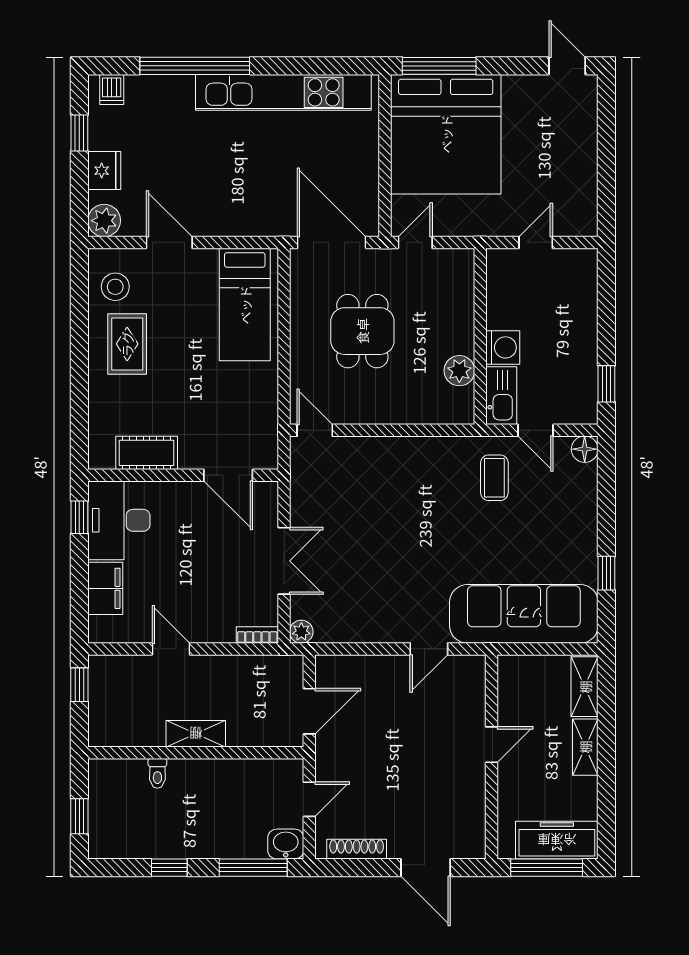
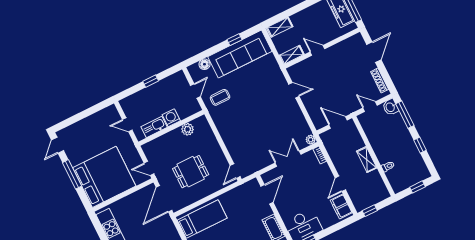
window: (439, 66) -> (72, 174), moved
window: (606, 384) -> (151, 81), moved
kitchen sink: (501, 396) -> (154, 127), moved
floor lamp: (585, 449) -> (204, 64), moved
filing cabinet: (105, 588) -> (341, 206), moved, turned -90
sofa: (524, 614) -> (240, 54), moved, turned -90
shelving: (585, 747) -> (292, 55), moved

